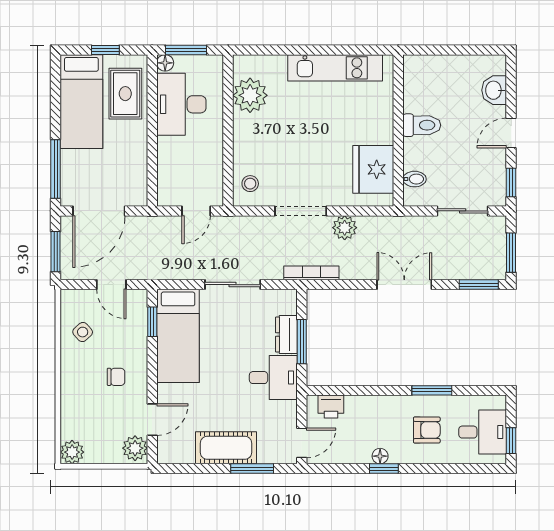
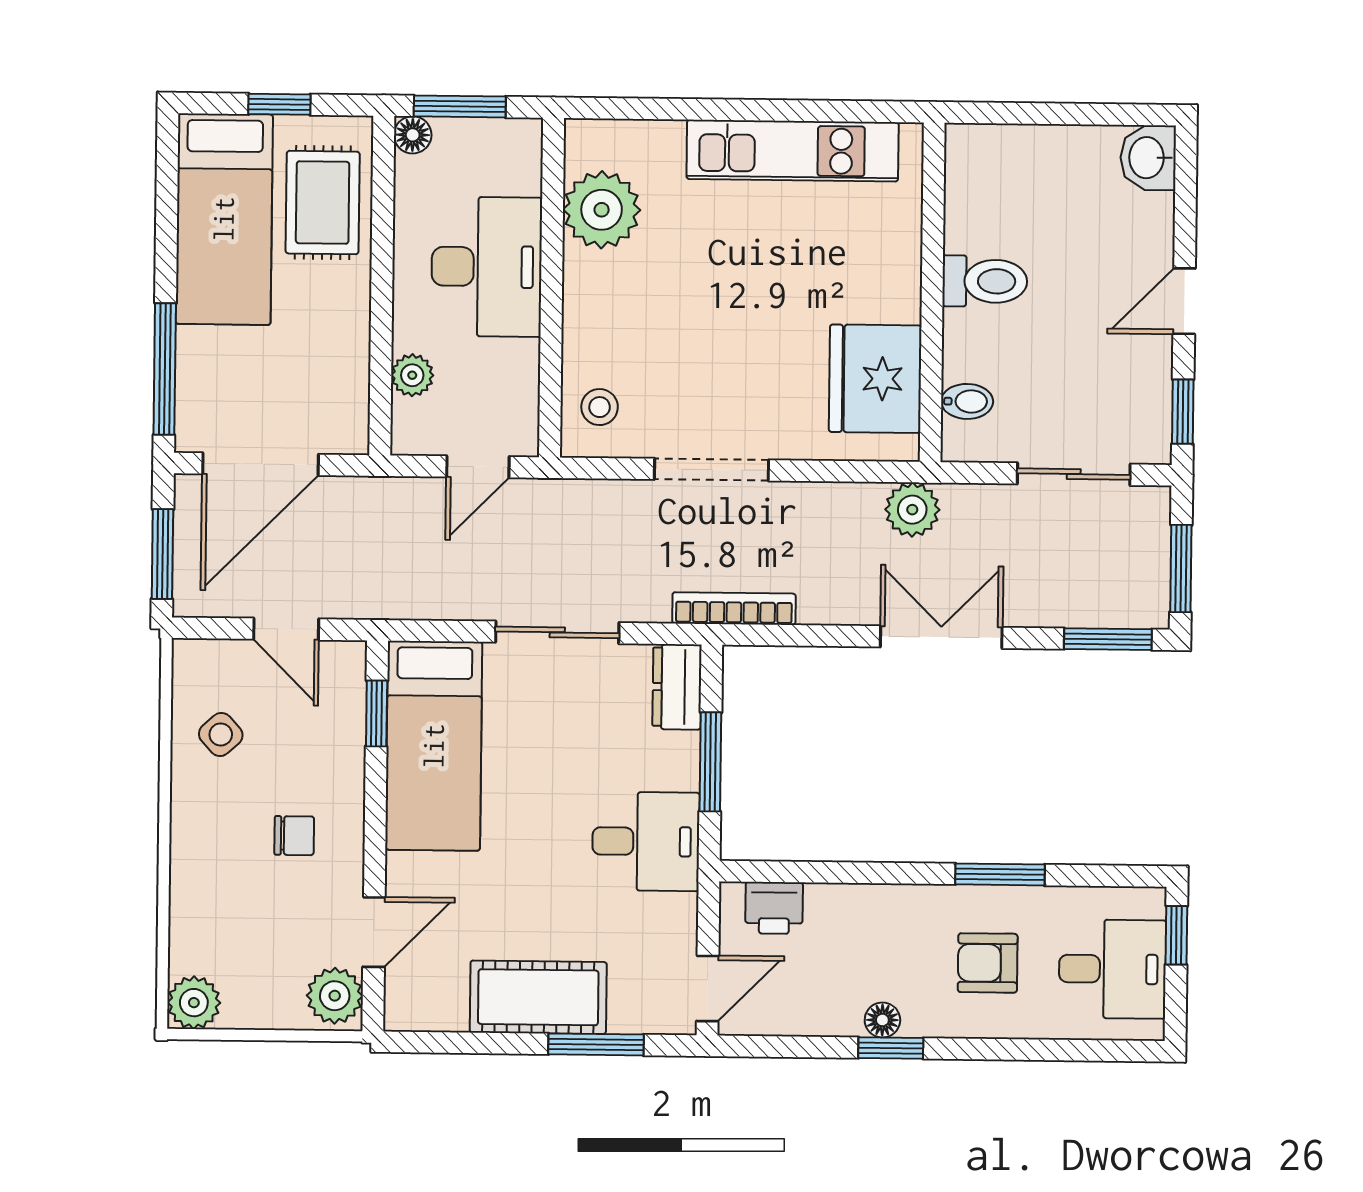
washbasin: (494, 90) -> (1148, 158), moved
desk: (181, 104) -> (487, 267), moved, turned 180
plant: (166, 170) -> (412, 375), added
plant: (345, 228) -> (912, 510), moved
dresser: (286, 335) -> (677, 687), moved
armchair: (427, 430) -> (988, 963), turned 180
window: (511, 441) -> (1176, 935), moved

